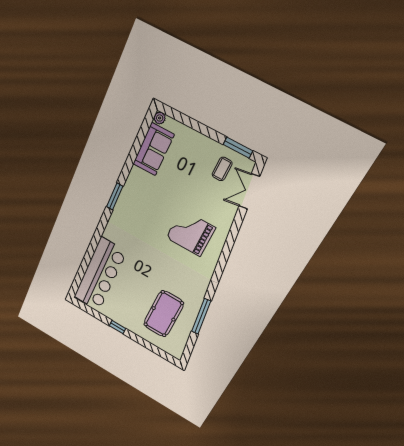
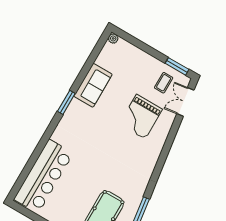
sofa: (153, 149) -> (93, 85), moved
grand piano: (191, 233) -> (141, 117), moved, turned -90

